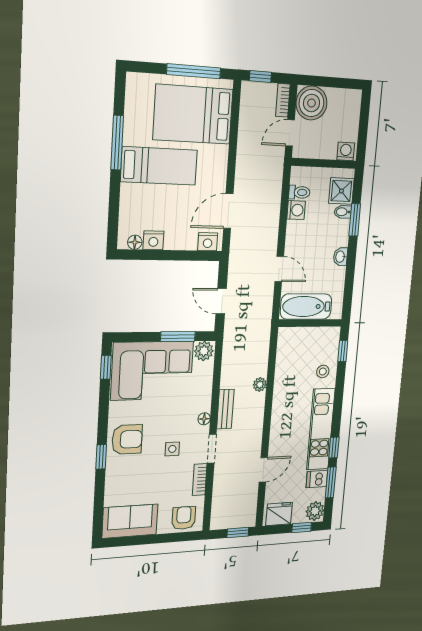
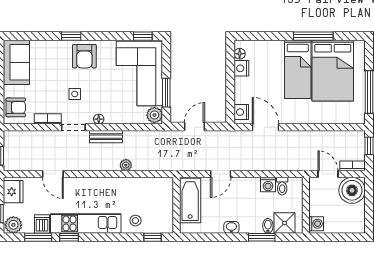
bed: (193, 114) -> (333, 71), moved, turned 180

